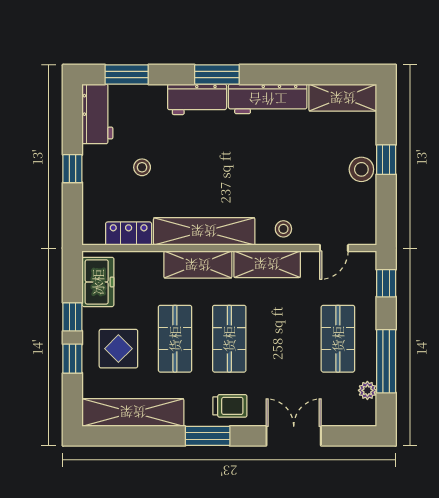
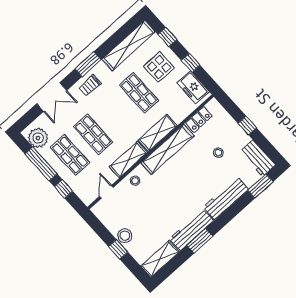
window: (217, 75) -> (200, 241), moved
workbench: (197, 99) -> (226, 198), width x1.37
window: (386, 283) -> (64, 189), moved
shop shelf: (229, 339) -> (93, 134), moved
window: (72, 359) -> (167, 37), moved
plant: (367, 390) -> (38, 138), width x1.87, depth x1.87

